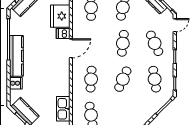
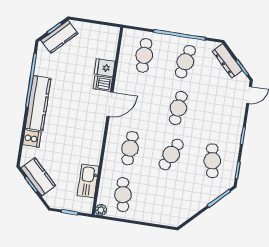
fridge: (60, 16) -> (105, 68), width x0.53, depth x0.75
cafe table: (155, 43) -> (219, 114), removed

